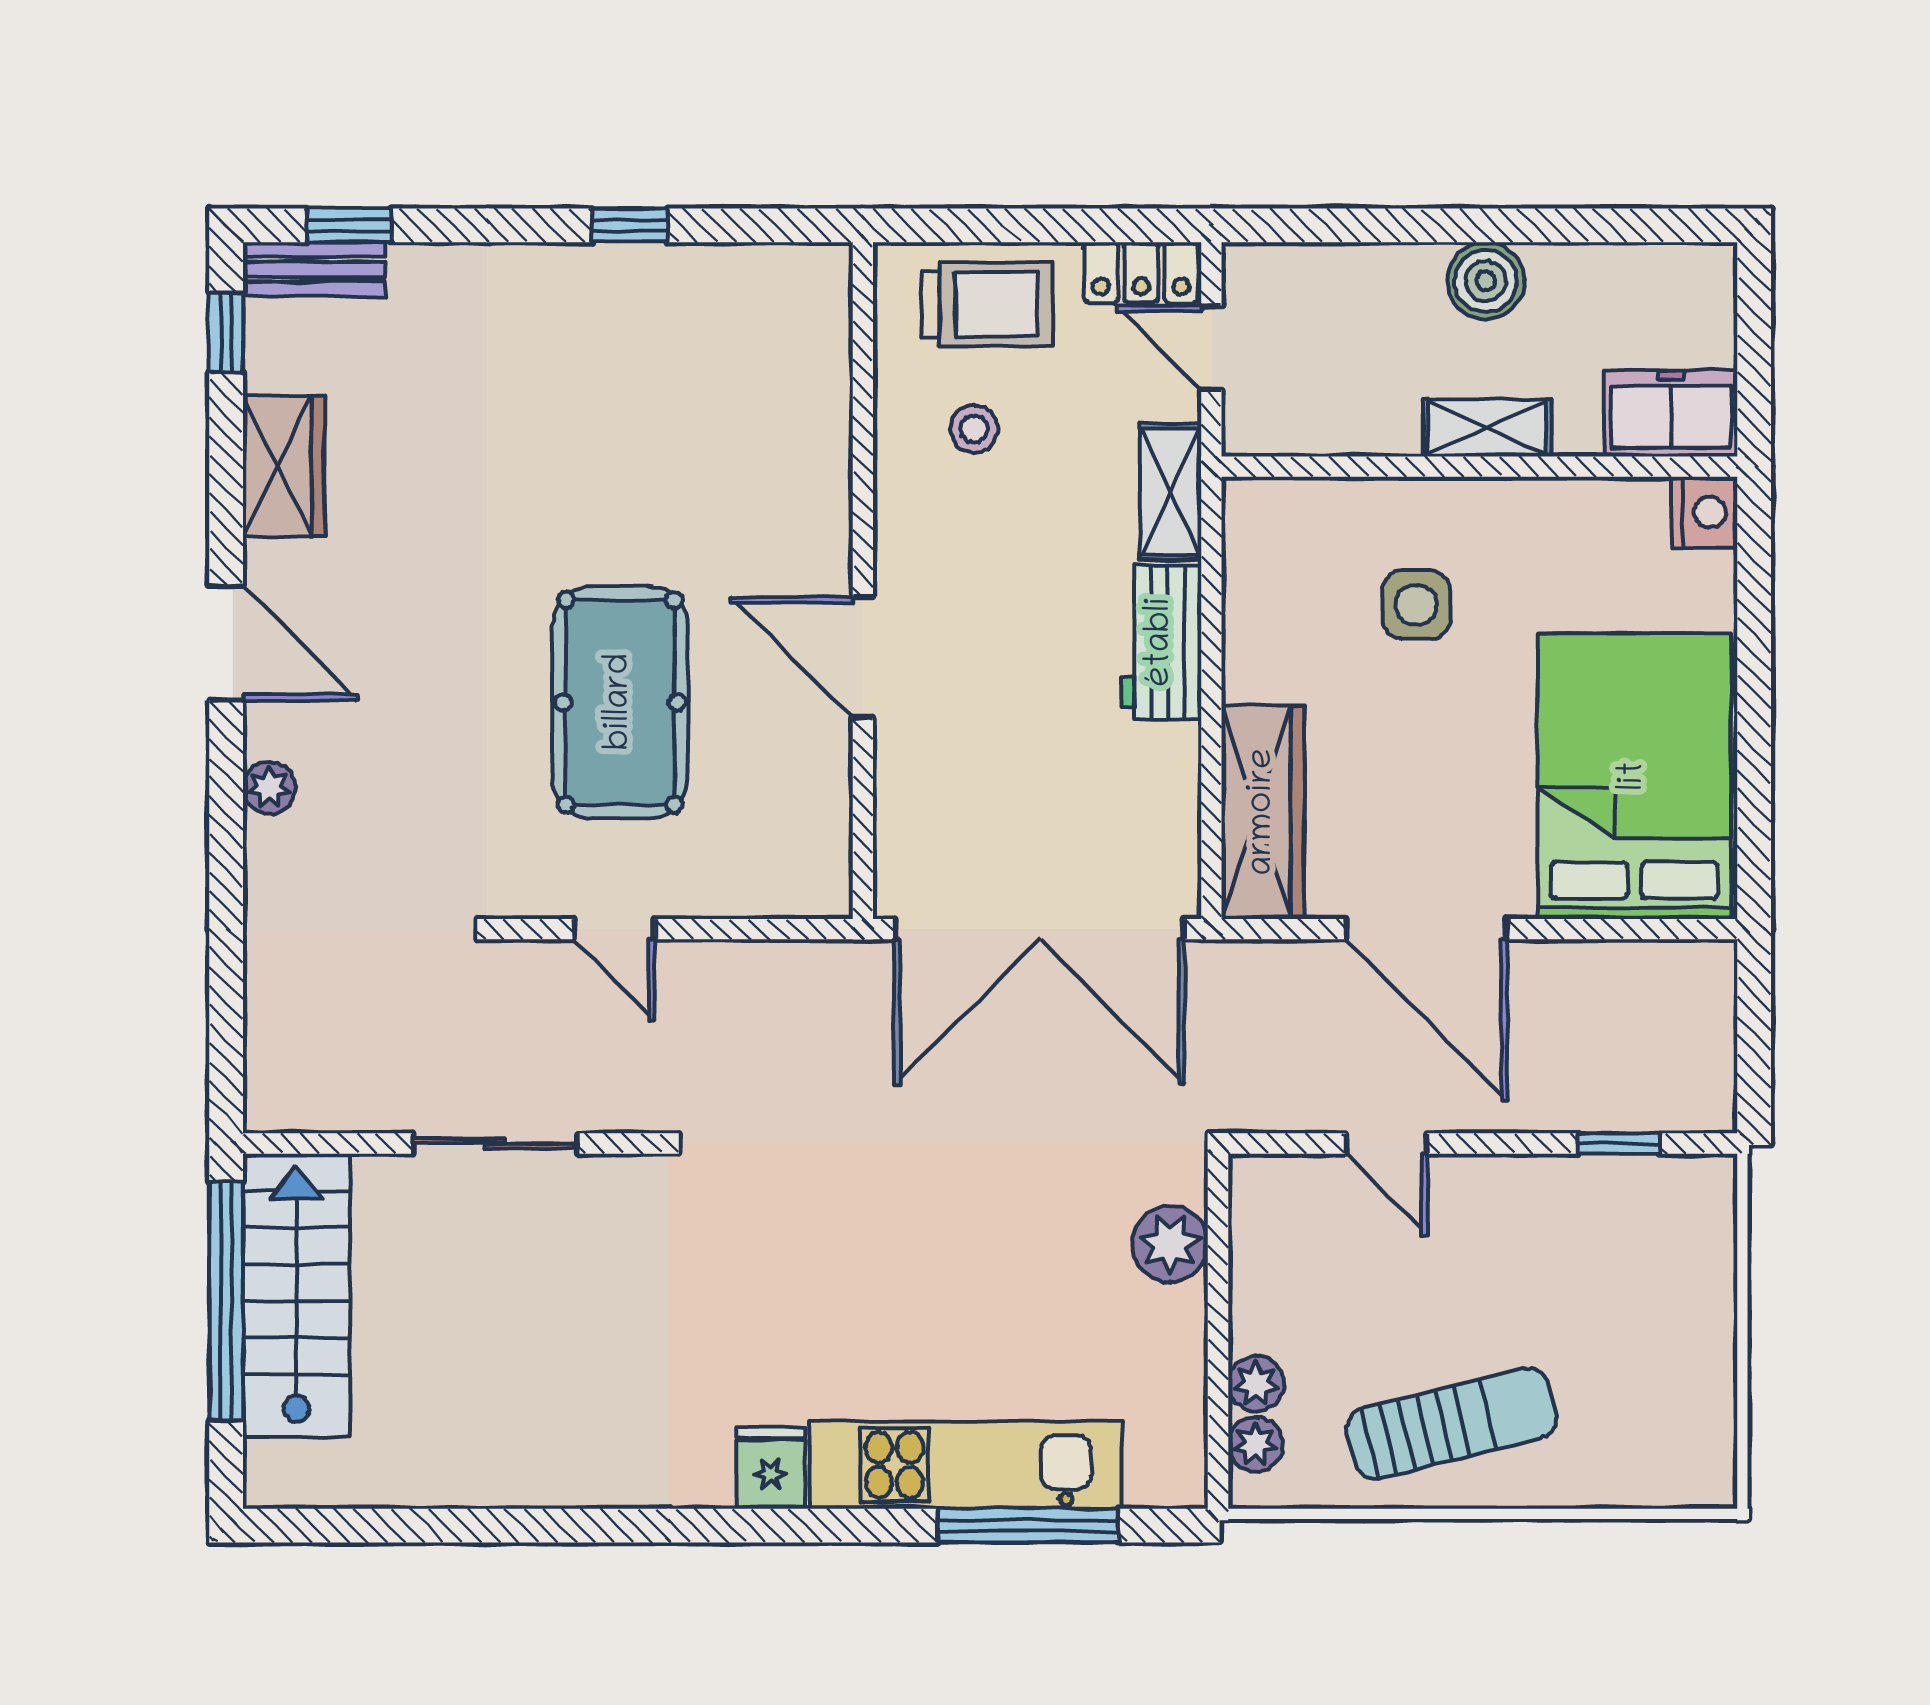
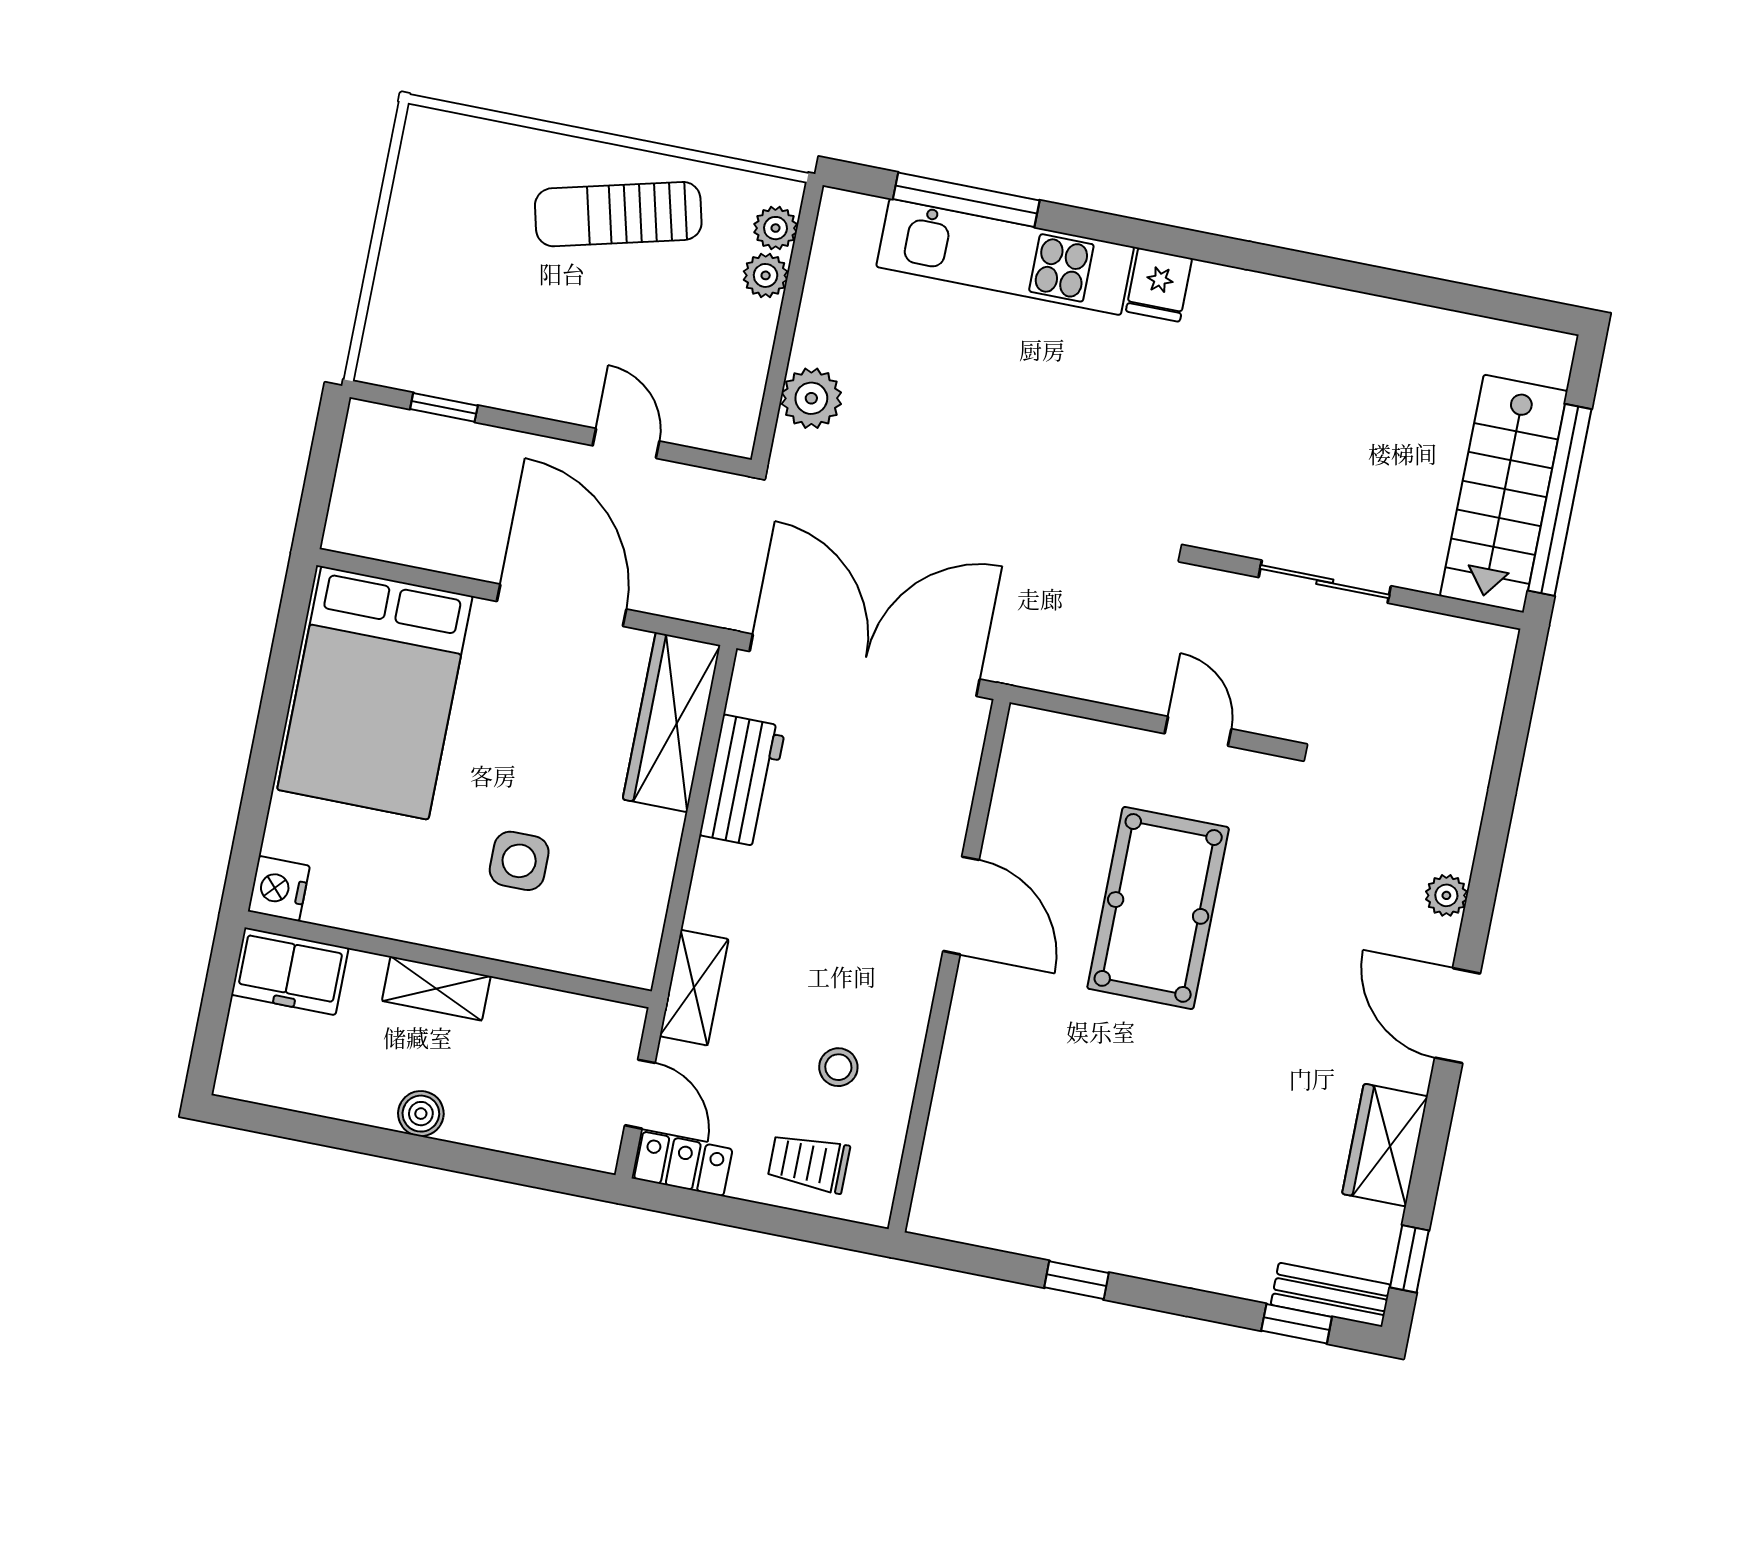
boiler: (1486, 281) -> (421, 1114), width x0.73, depth x0.73
trolley: (987, 304) -> (809, 1163), width x0.73, depth x0.72
workbench: (1161, 642) -> (743, 781), moved

